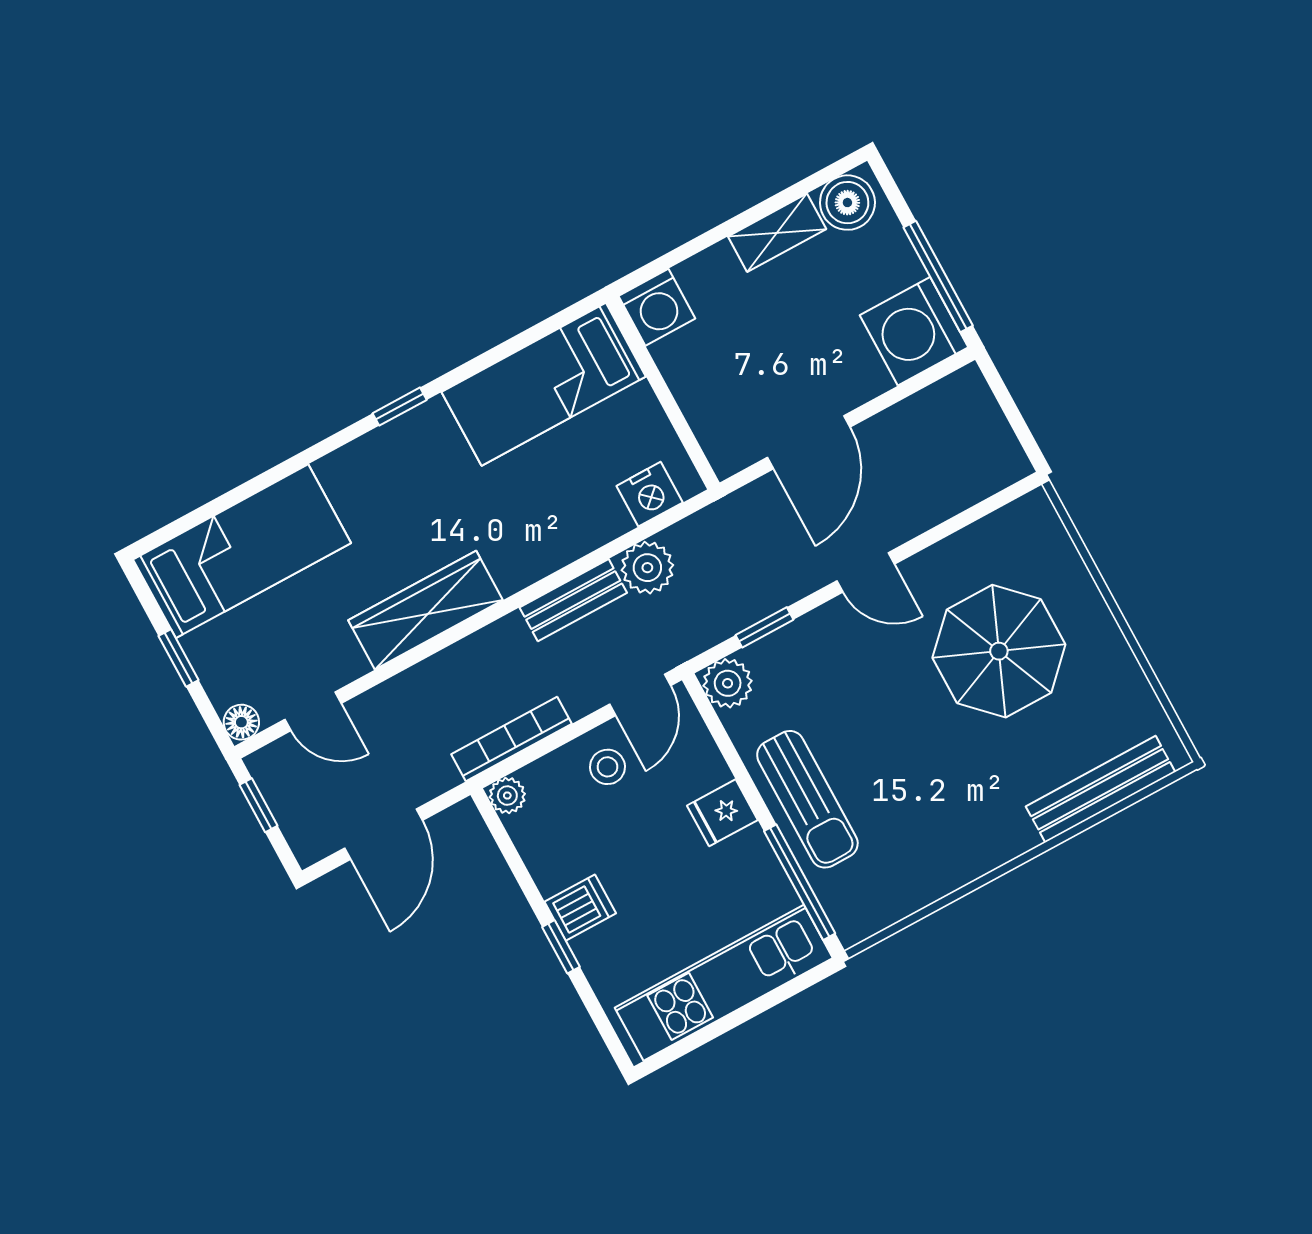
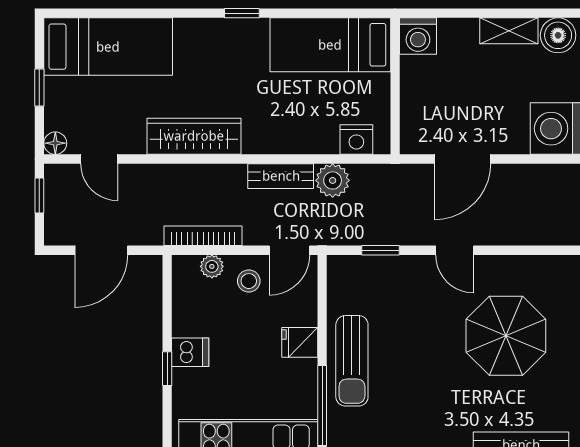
plant: (728, 683) -> (342, 271), removed
plant: (507, 796) -> (212, 266), moved

